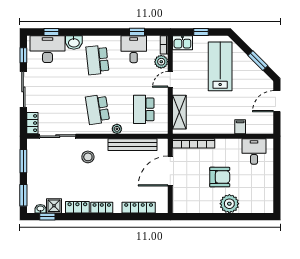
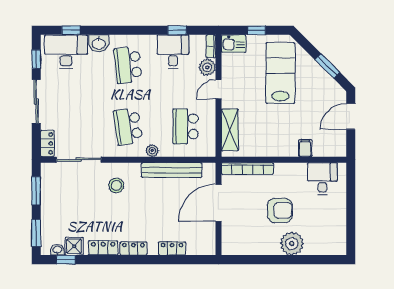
locker: (139, 208) -> (172, 248), width x0.66

